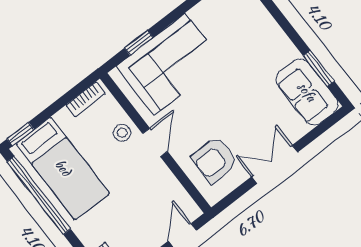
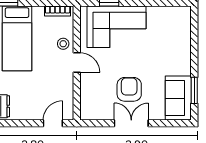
door: (155, 143) -> (77, 62), hinge flipped
armchair: (215, 160) -> (129, 89), moved, turned 90

